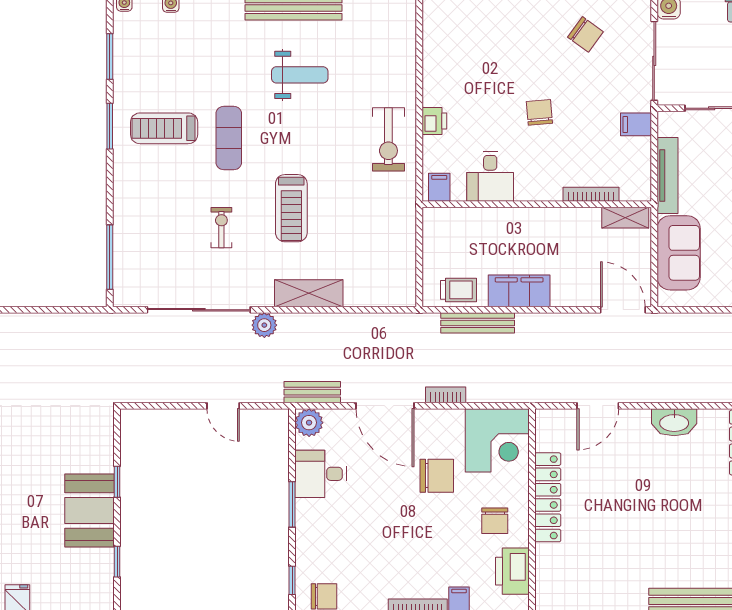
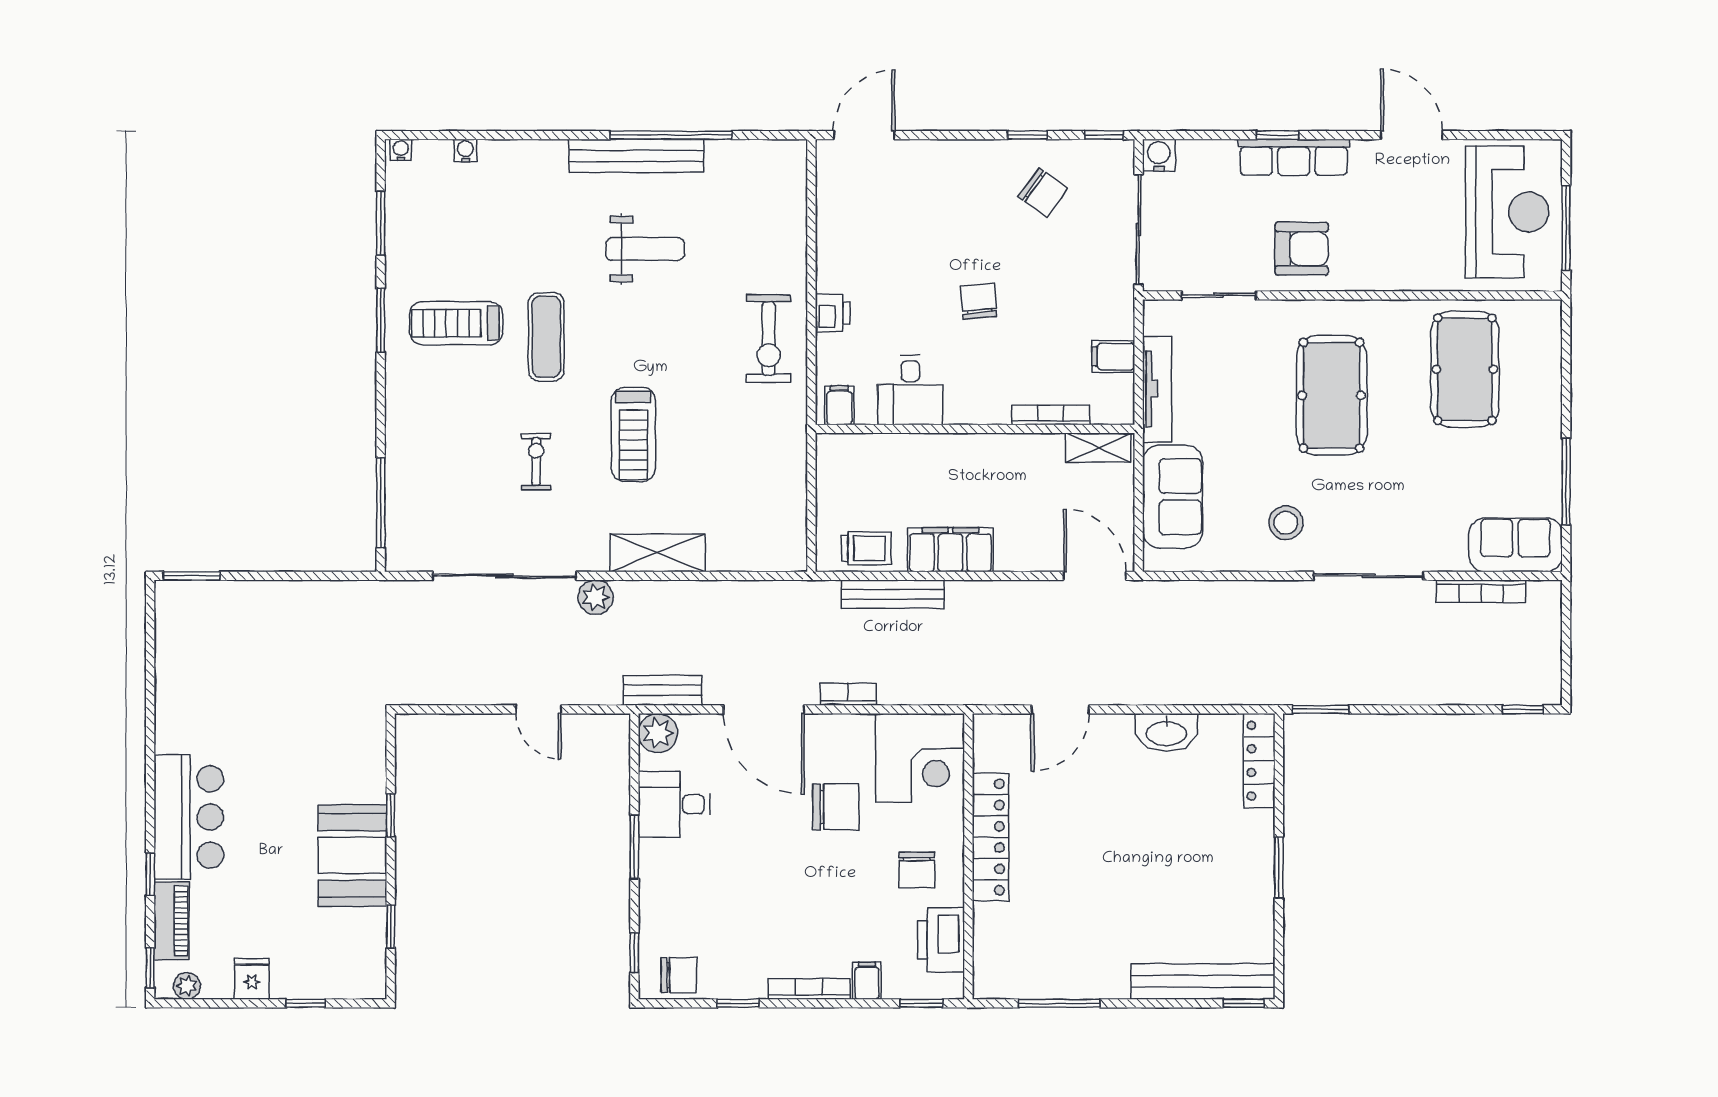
filing cabinet: (636, 124) -> (1113, 356), moved

